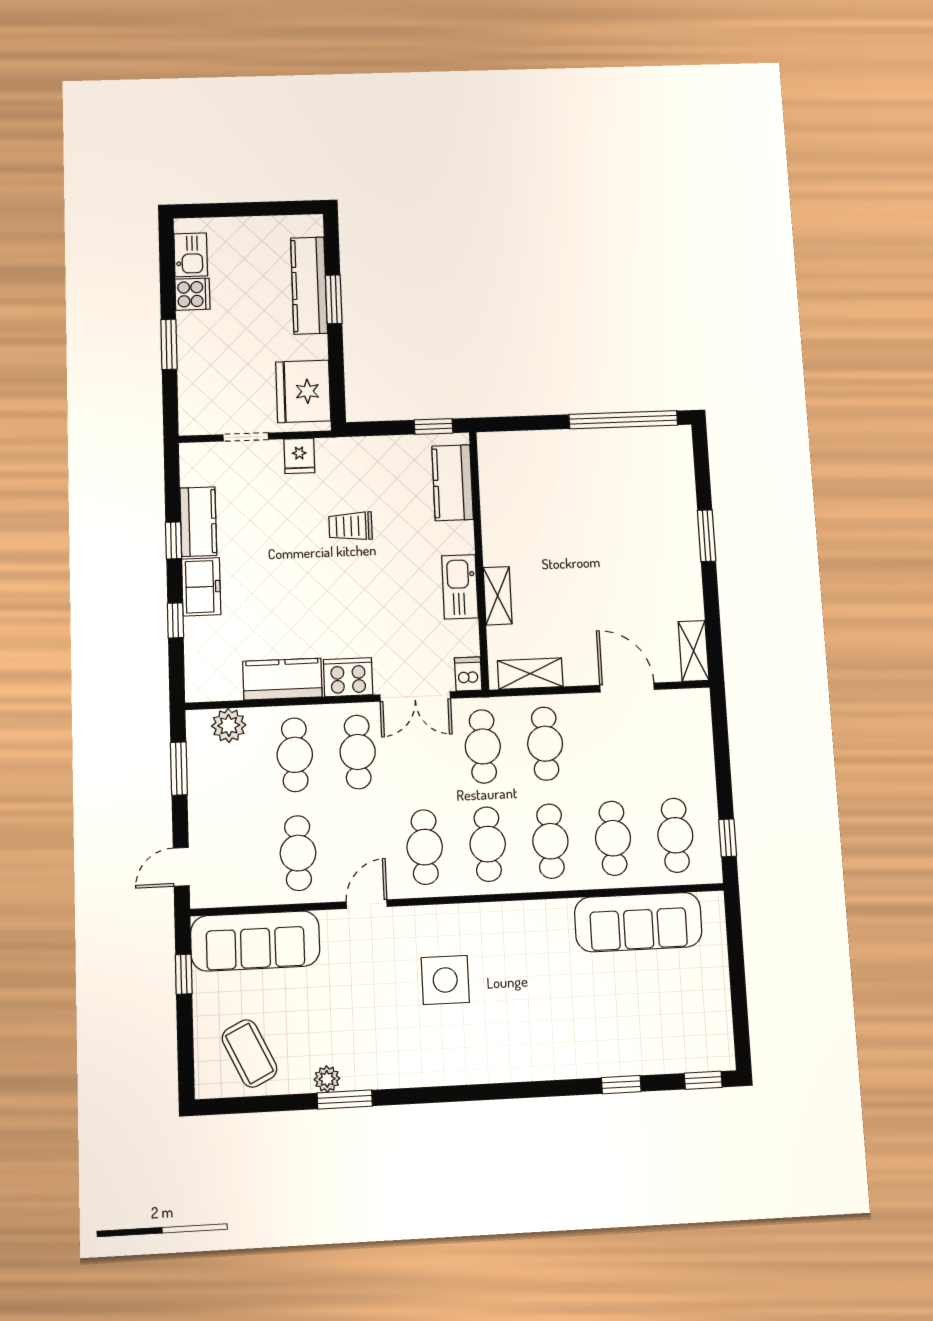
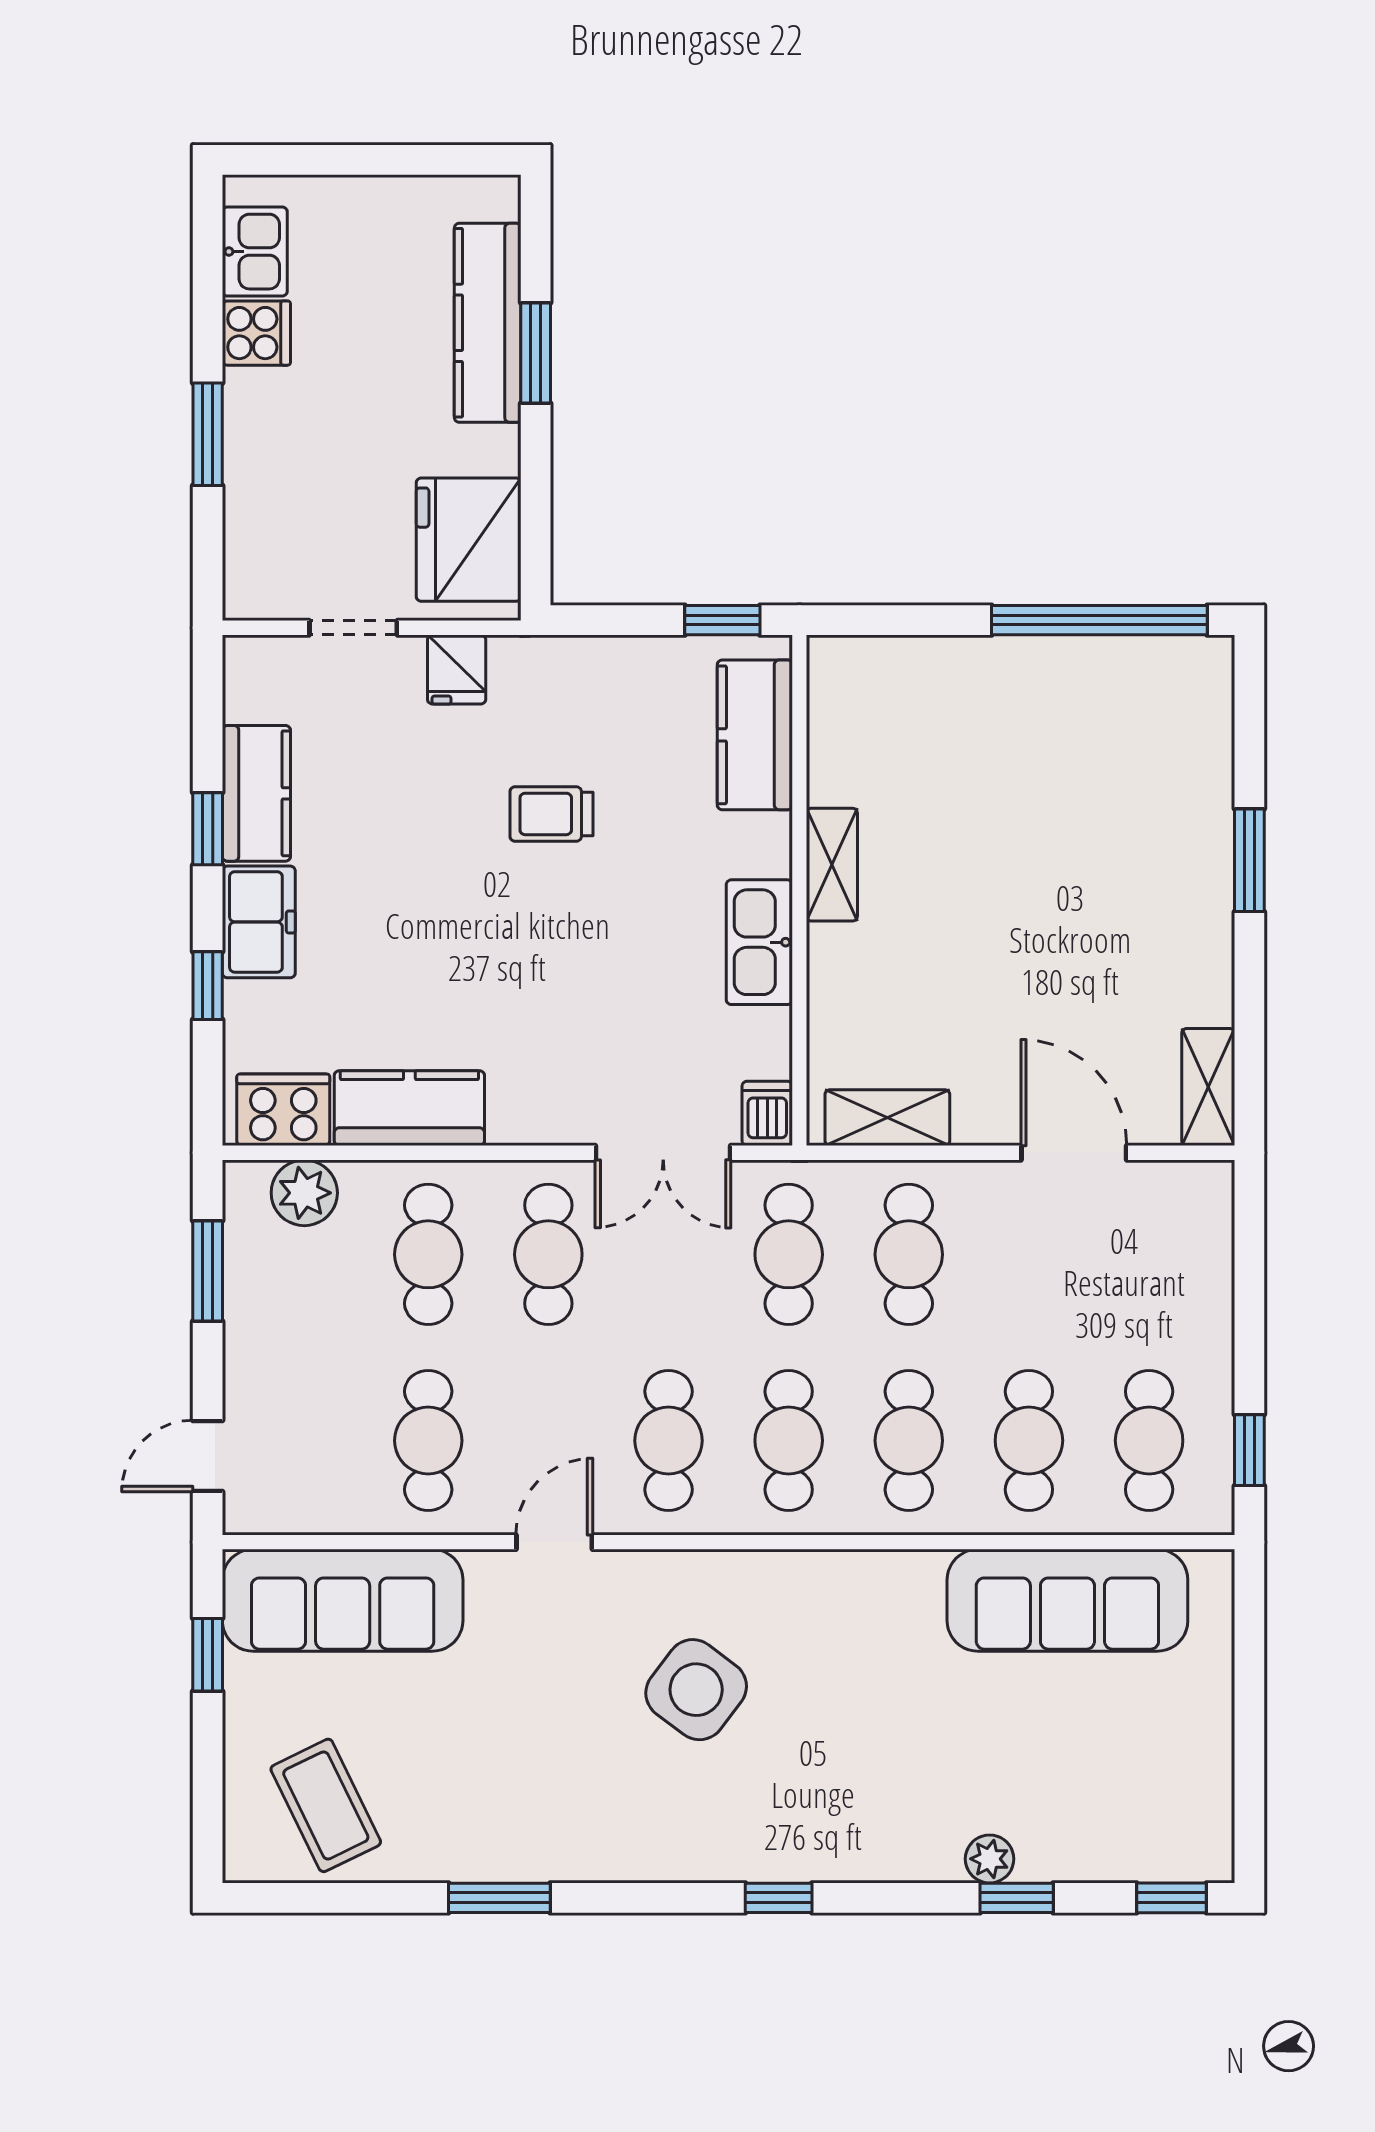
shelving: (498, 596) -> (832, 865), moved
cooker: (348, 677) -> (283, 1110), moved
side table: (445, 980) -> (696, 1690), turned 37
plant: (327, 1079) -> (990, 1859), moved
window: (495, 1091) -> (779, 1898), added

